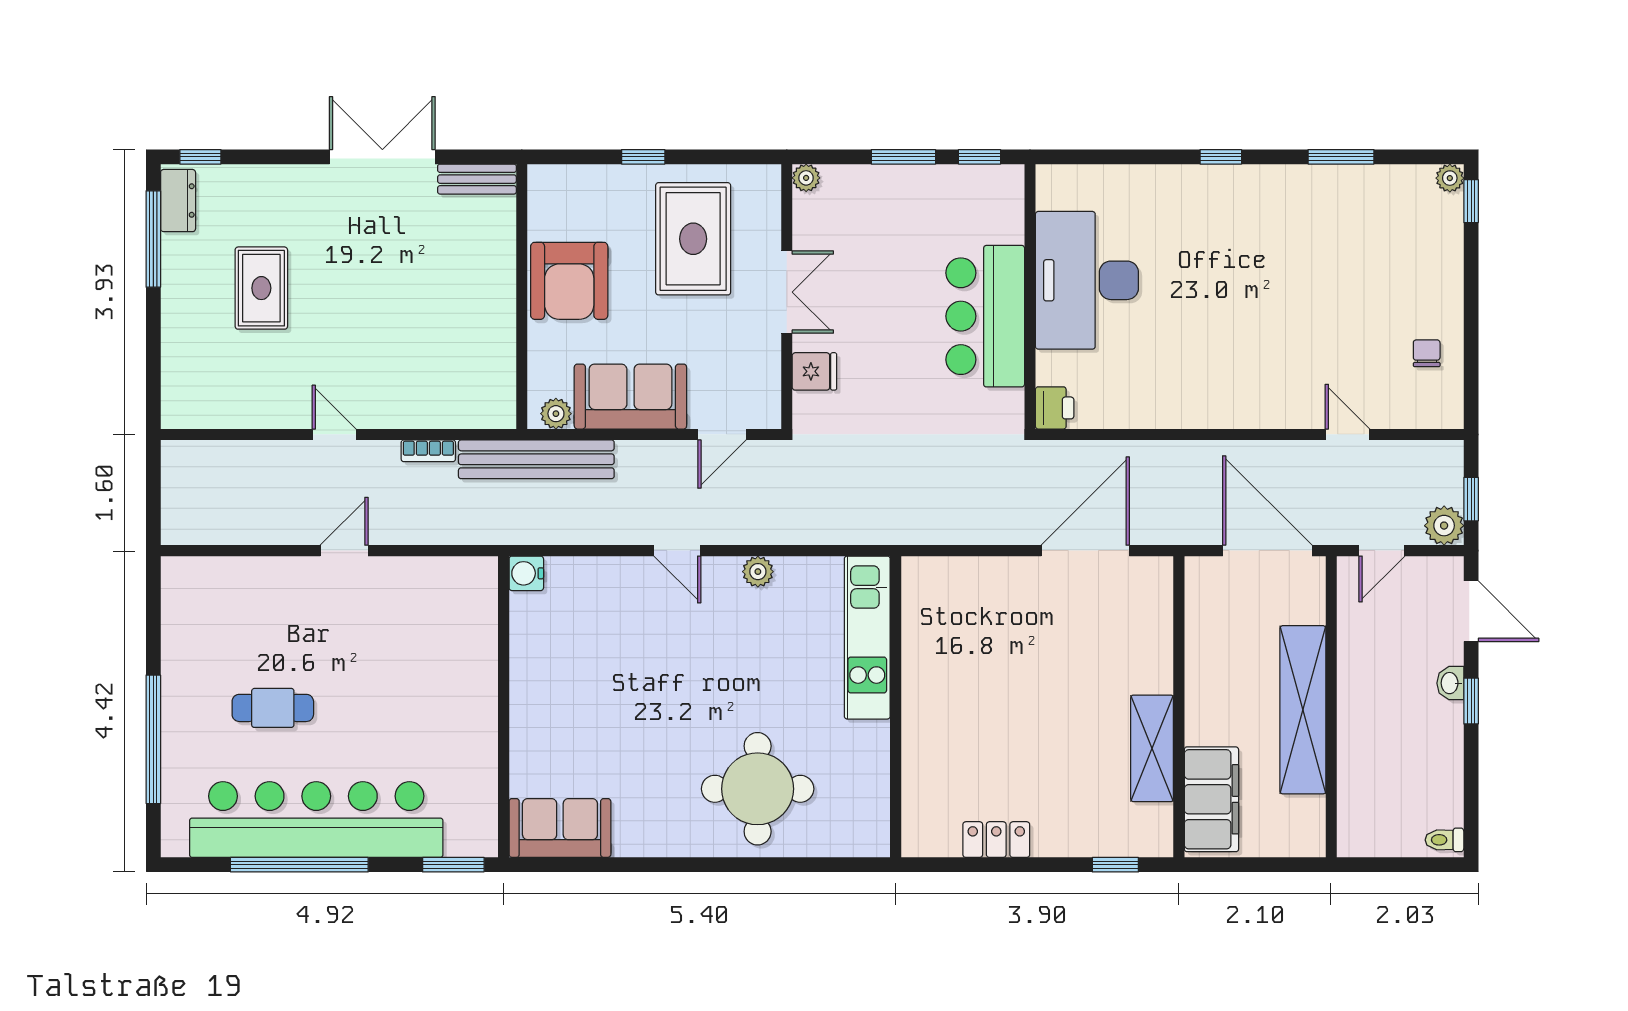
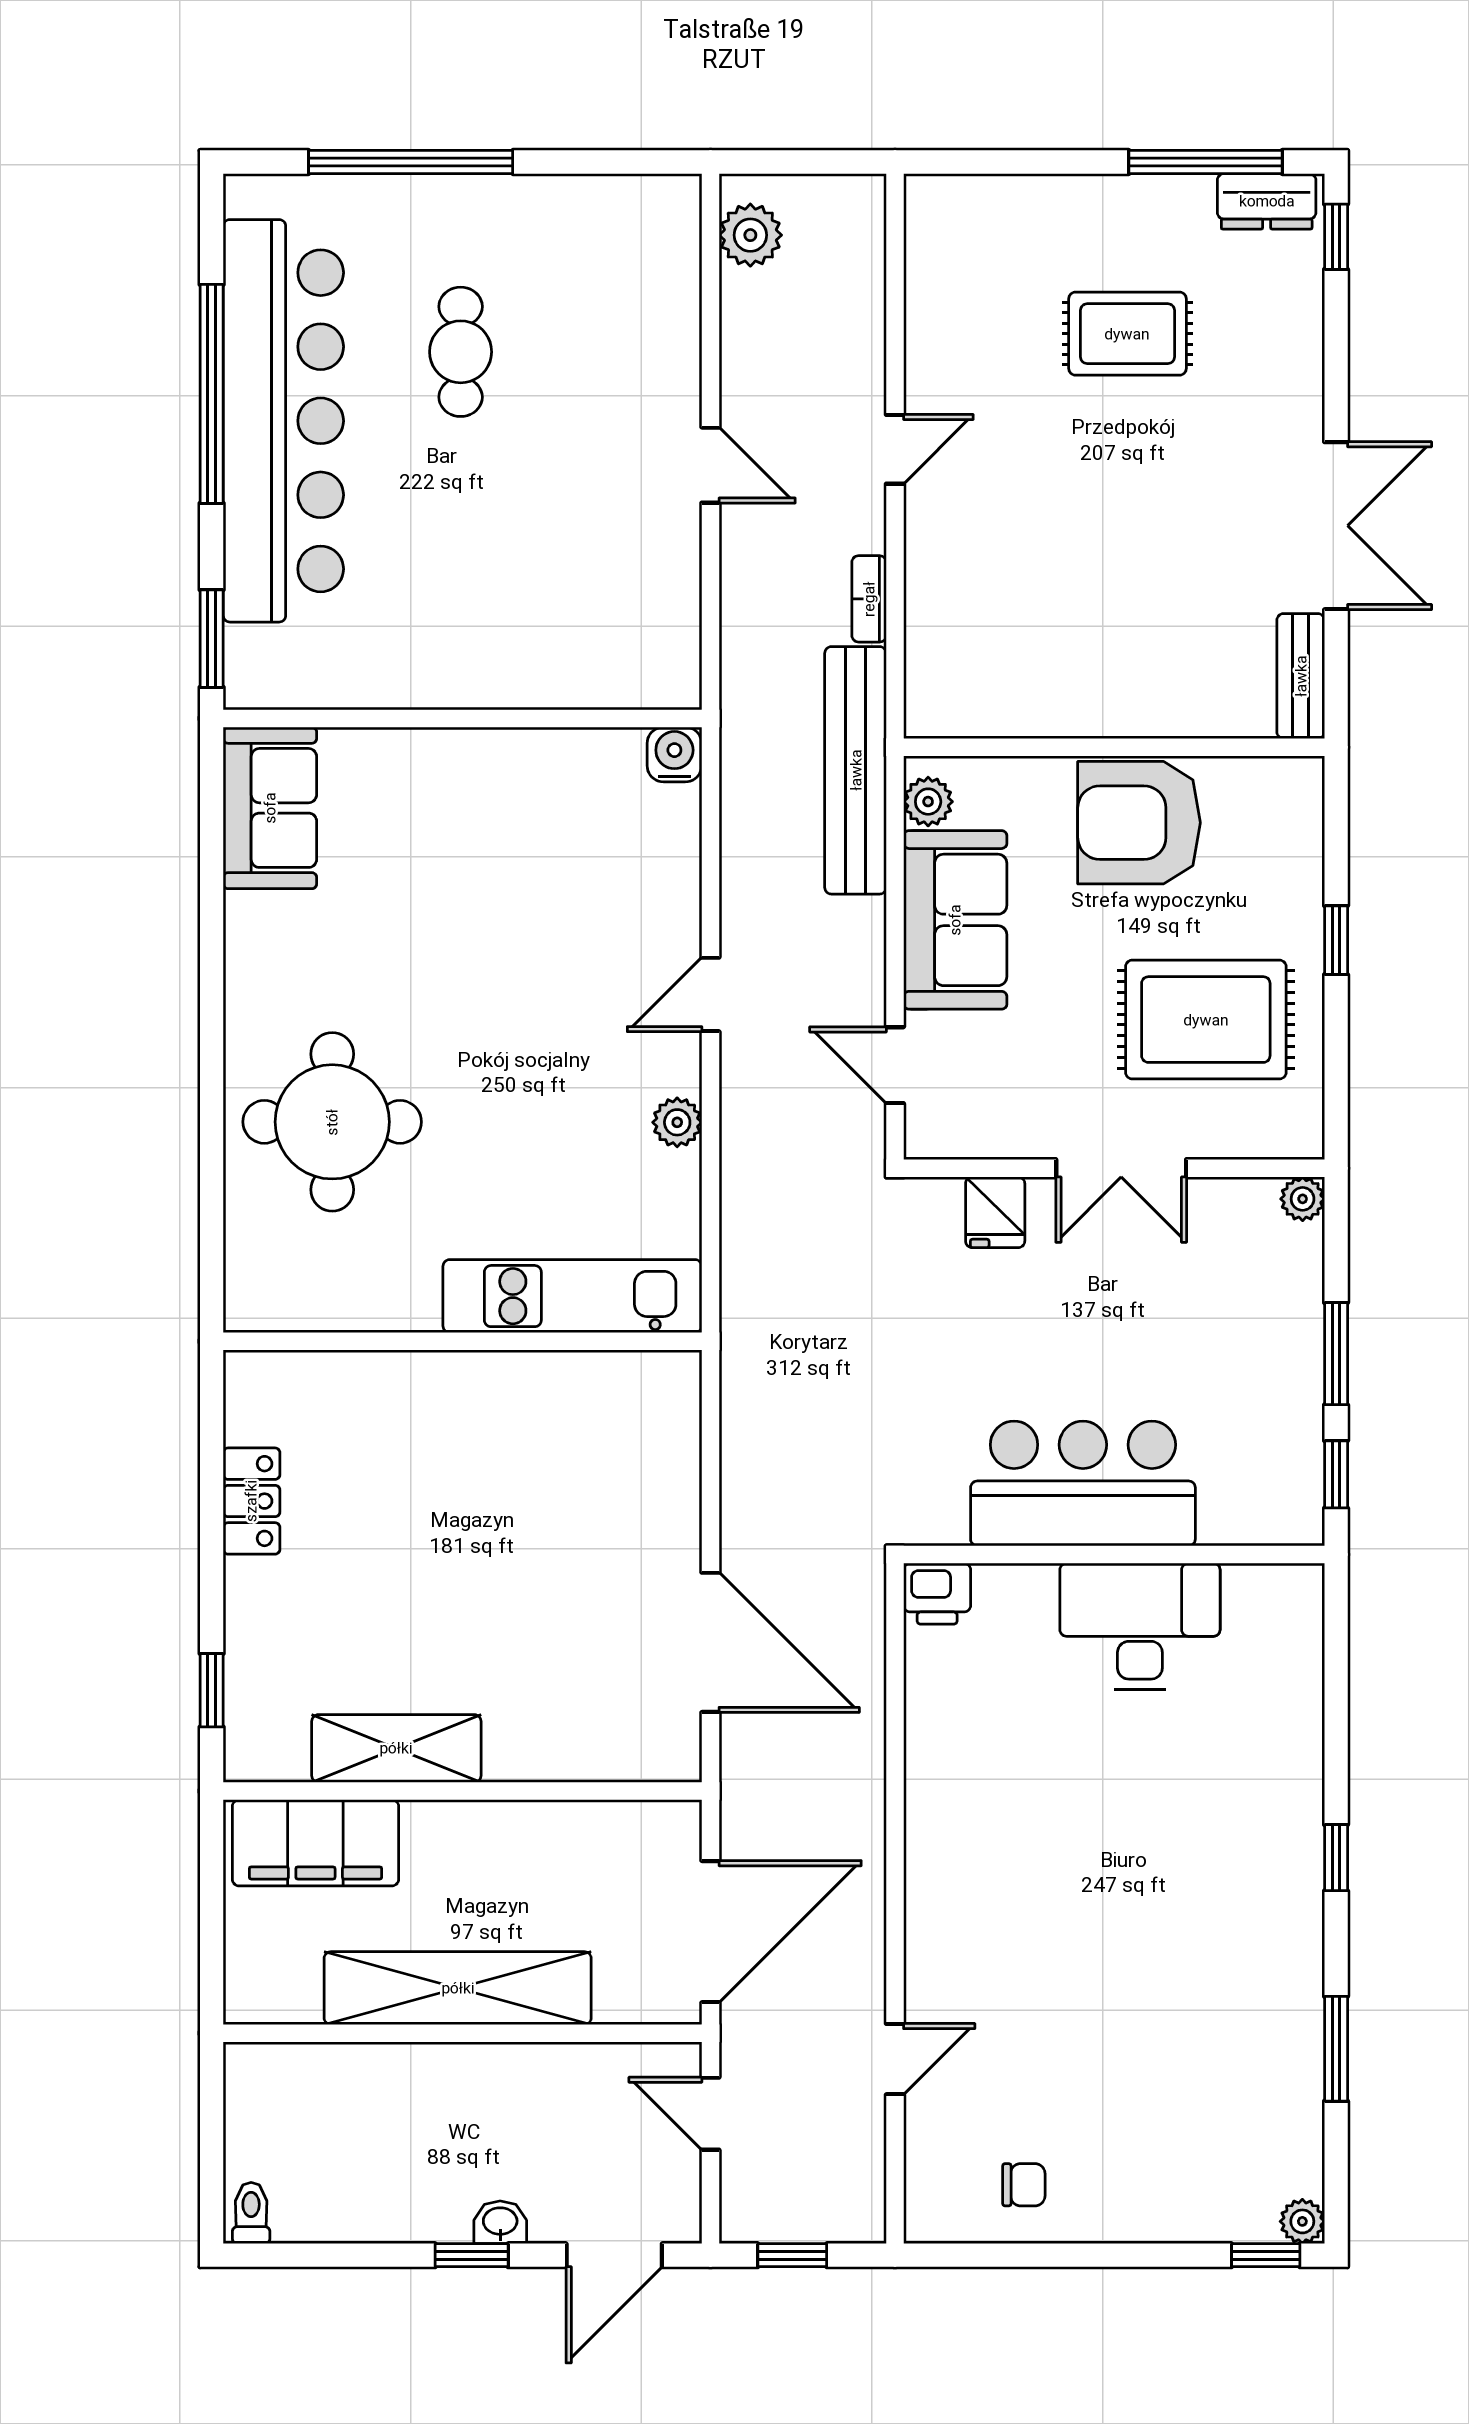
desk: (1087, 280) -> (1140, 1626), width x0.73, depth x0.77
plant: (1444, 526) -> (750, 235), moved

